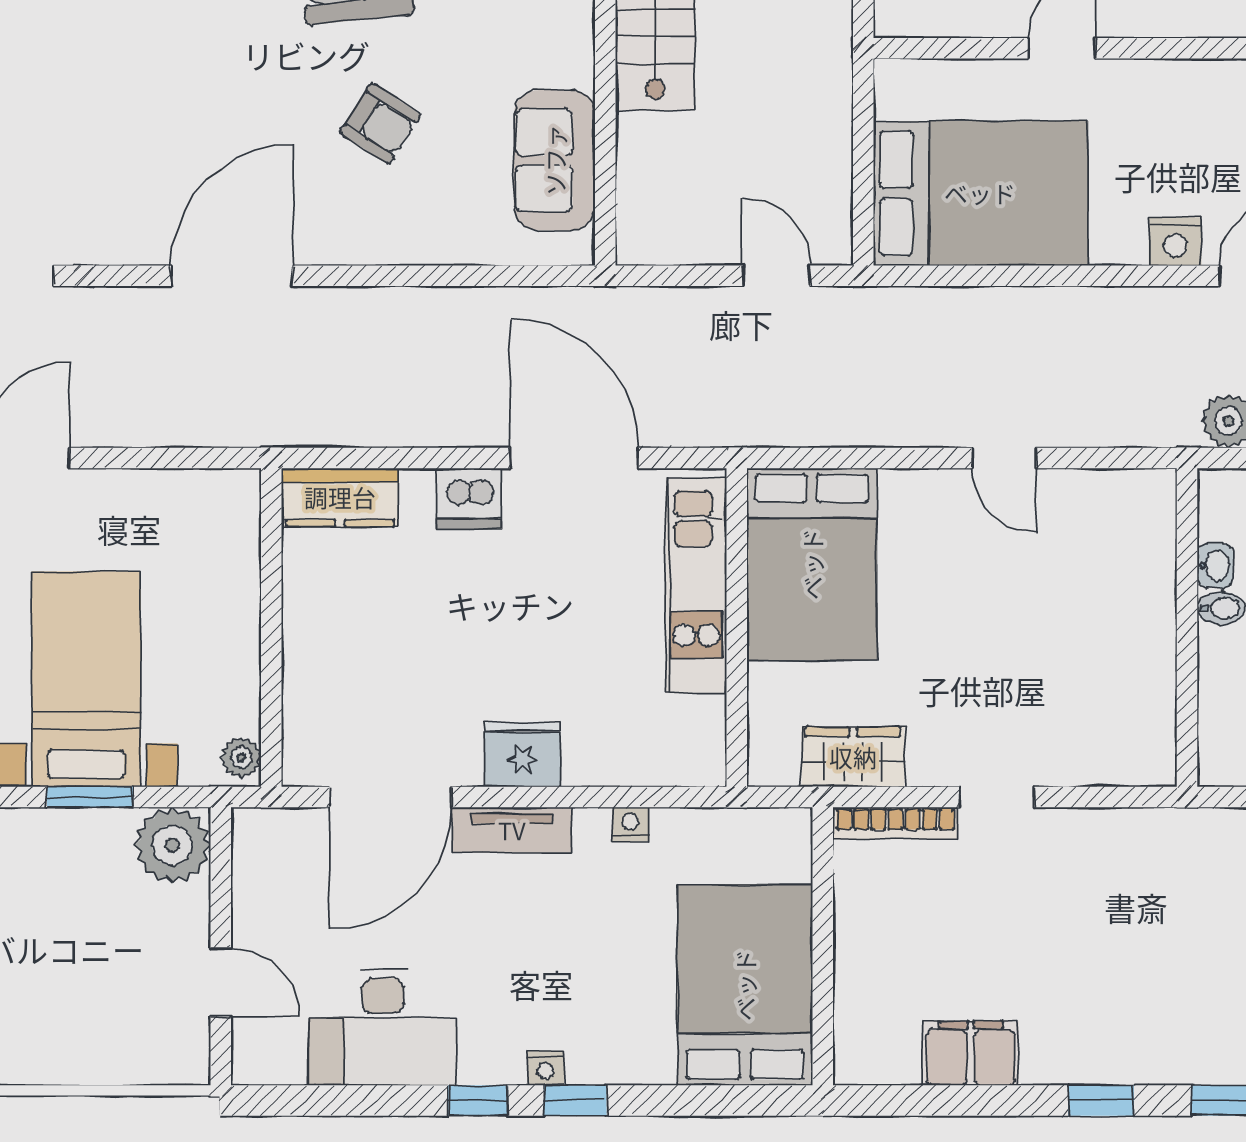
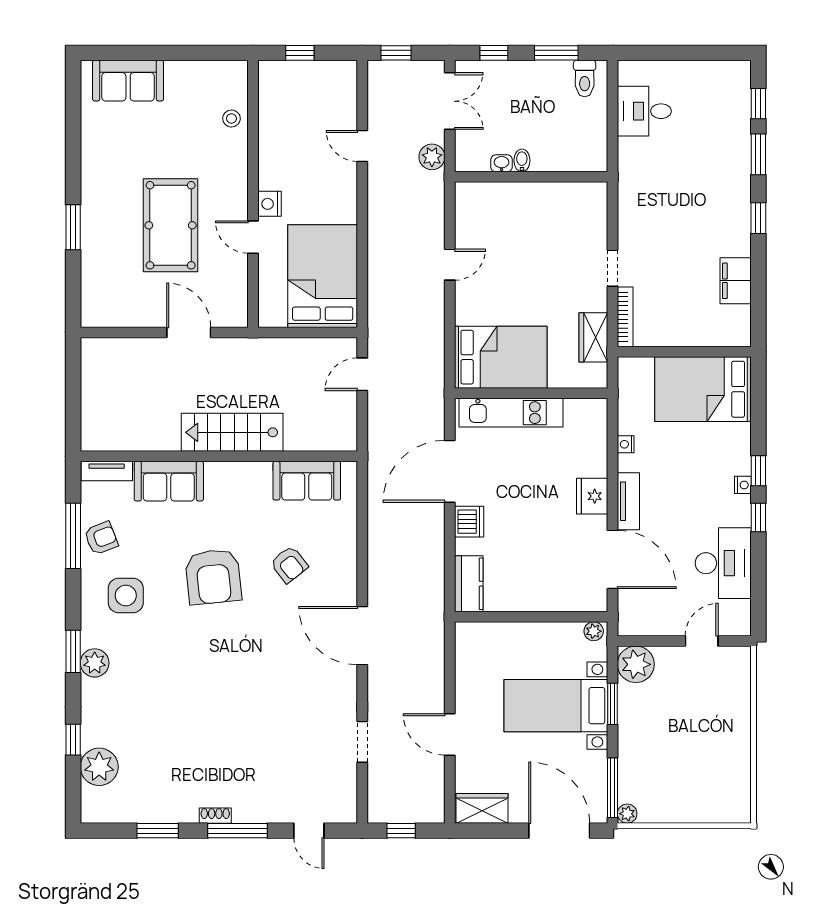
armchair: (380, 124) -> (289, 564), turned 109
nightstand: (1175, 241) -> (269, 204), moved, turned 180

